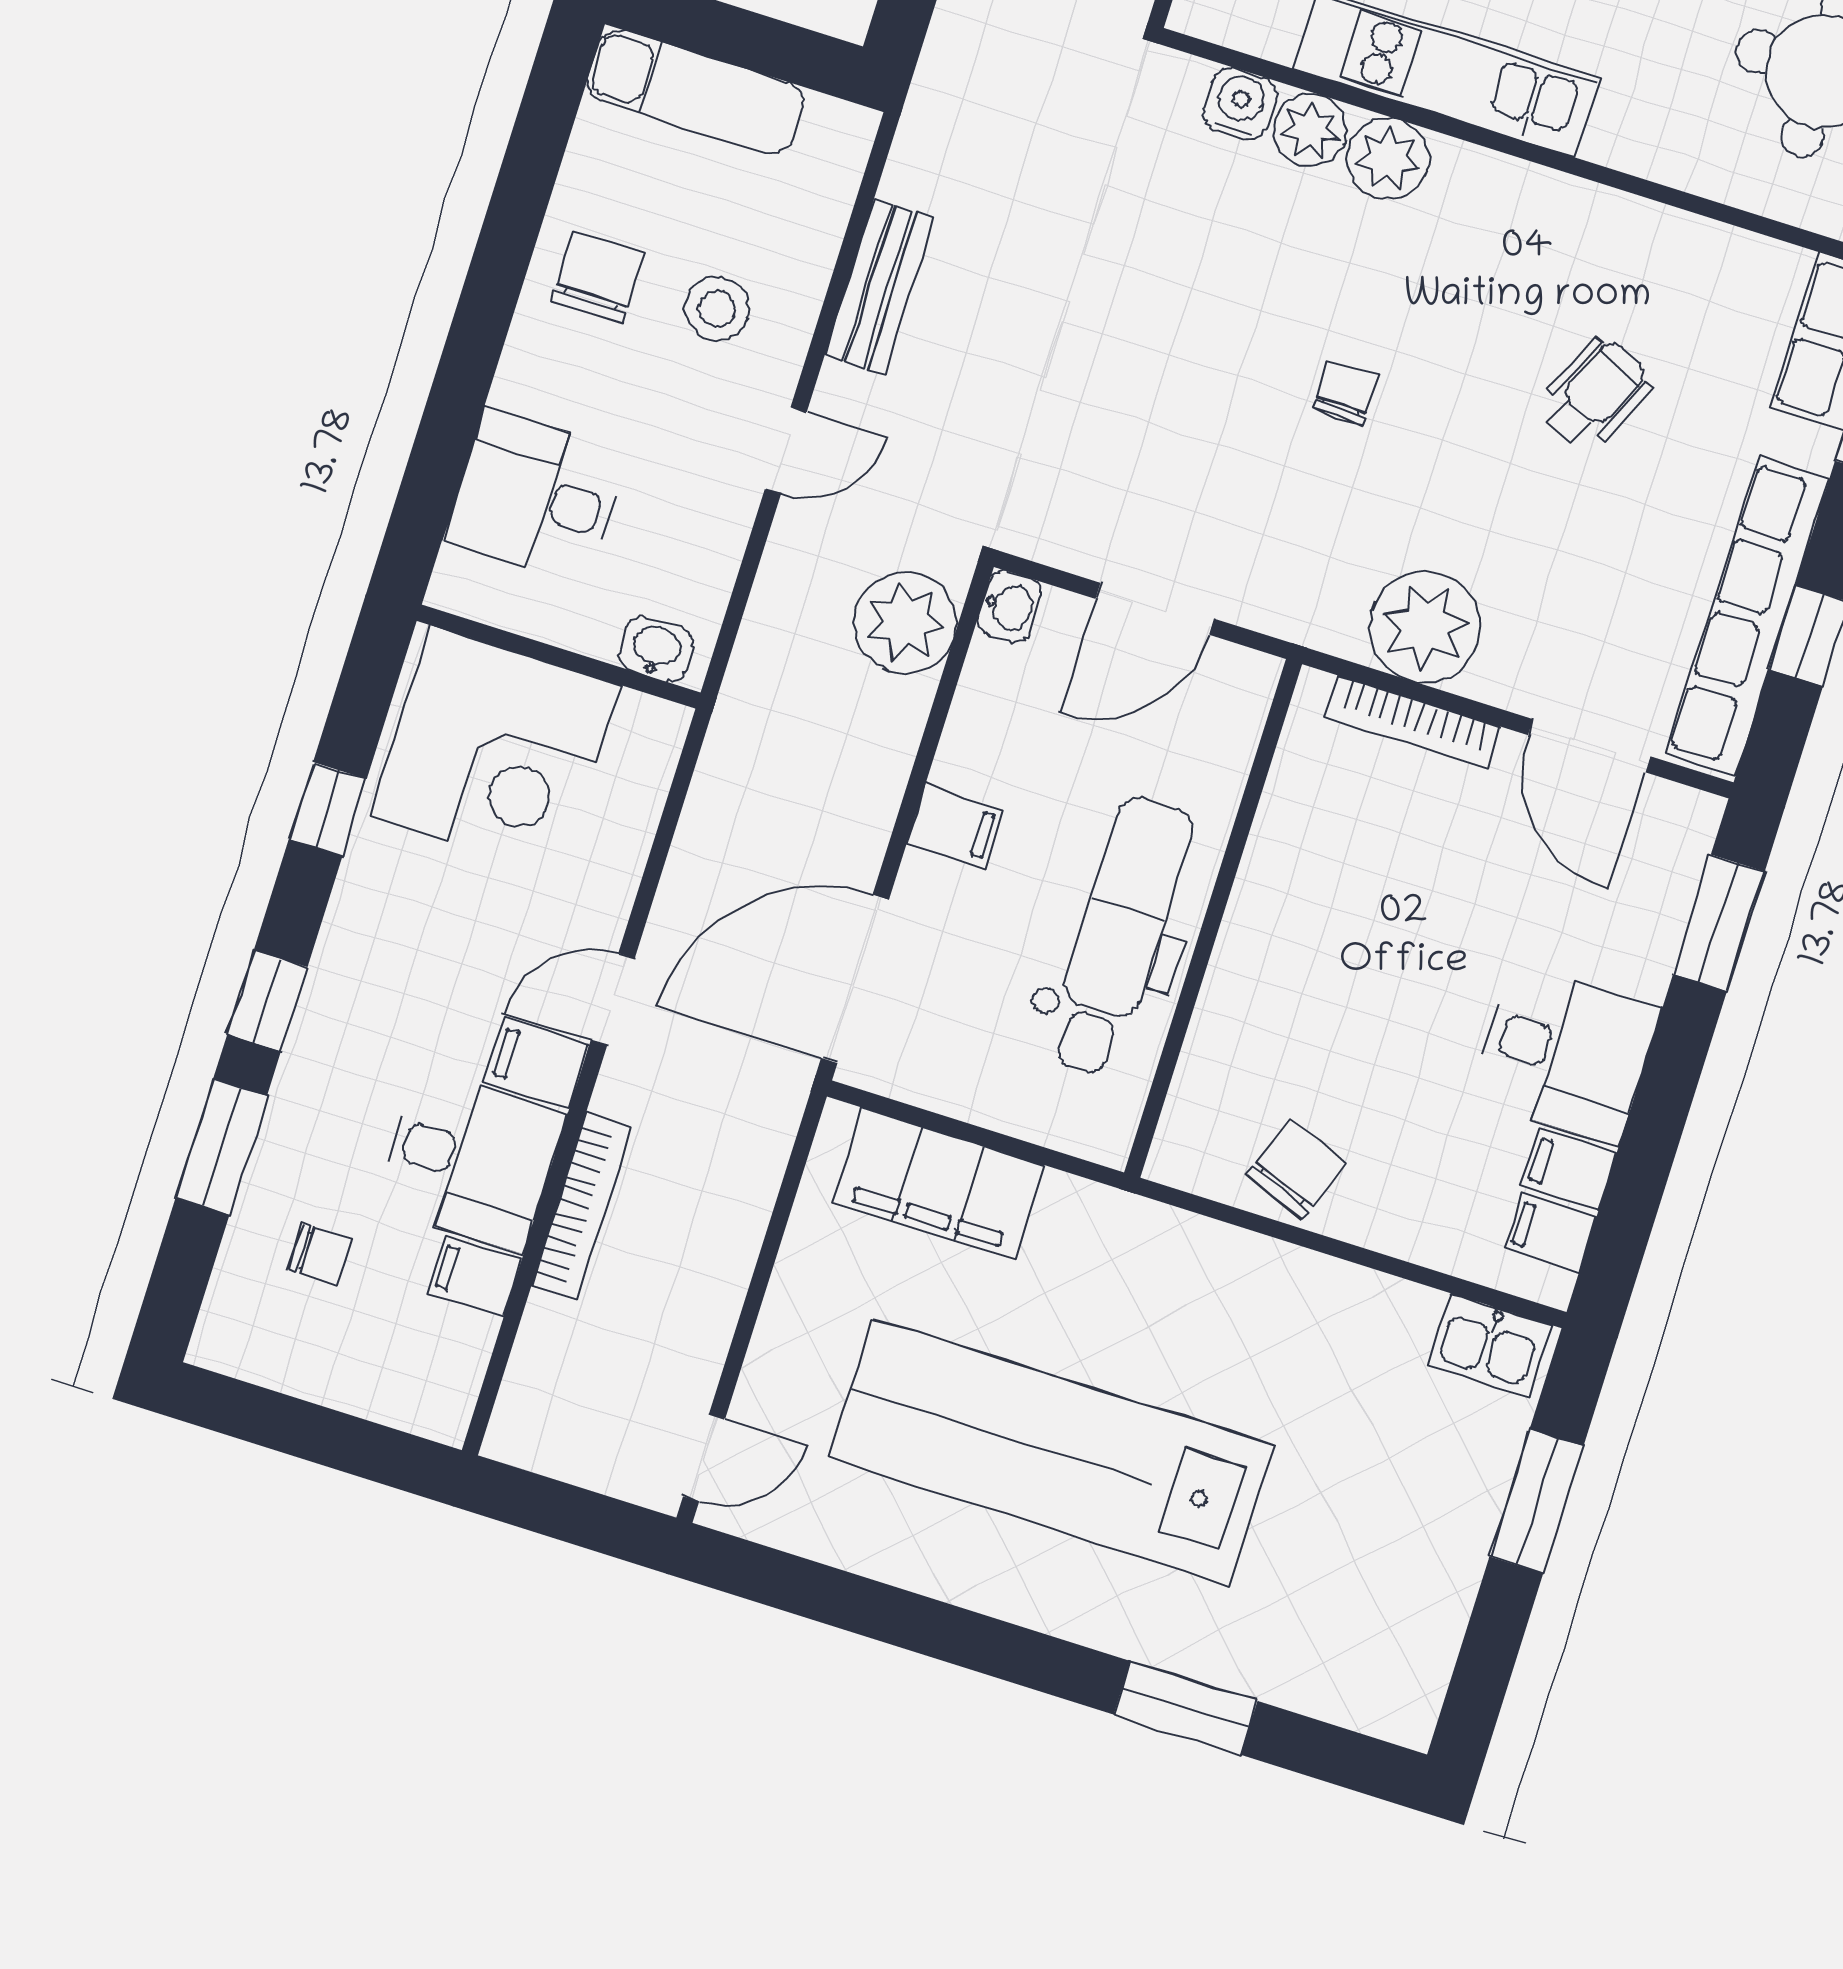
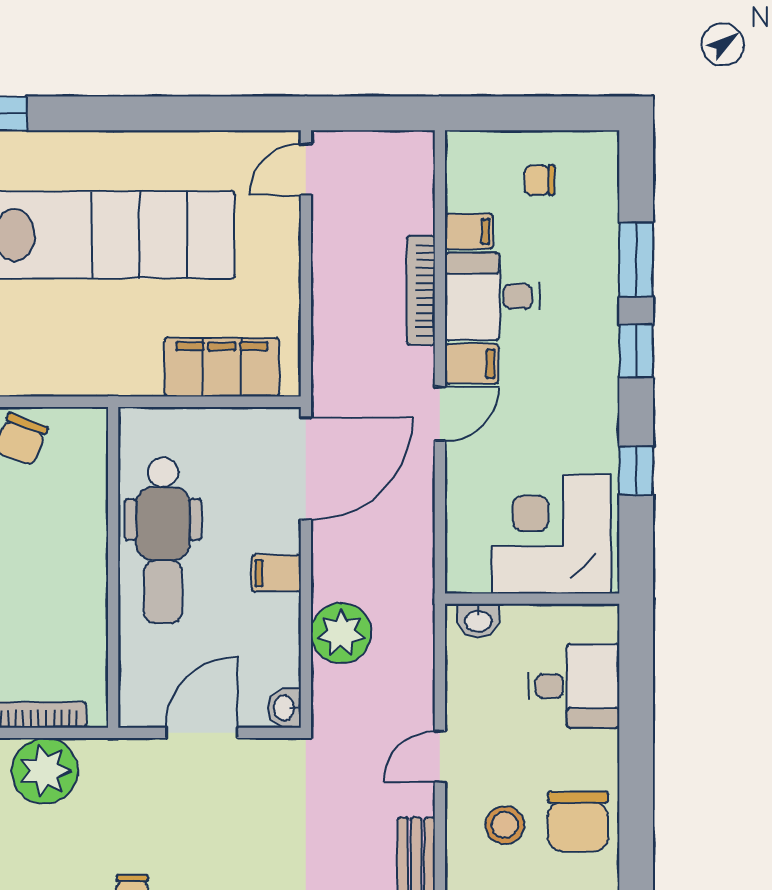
chair: (598, 278) -> (578, 821), width x1.37, depth x1.37
plant: (905, 623) -> (341, 633), moved
chair: (320, 1254) -> (540, 180), moved

